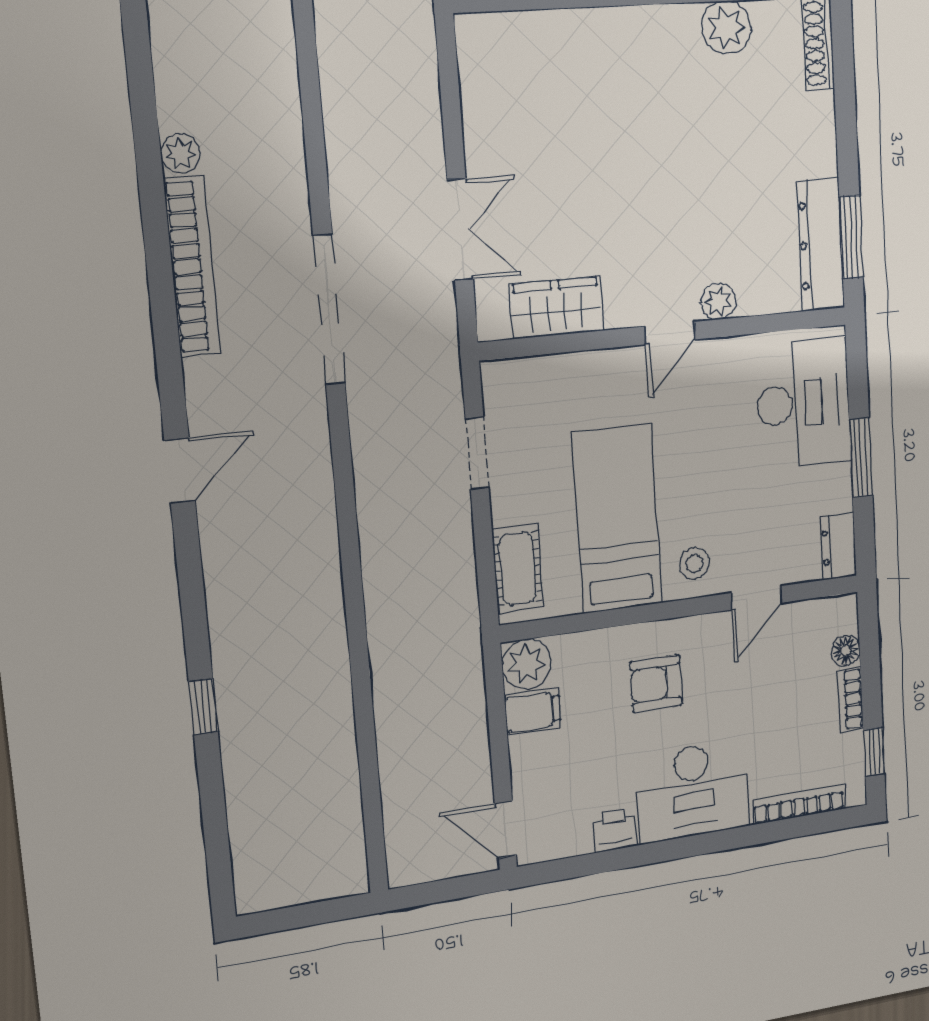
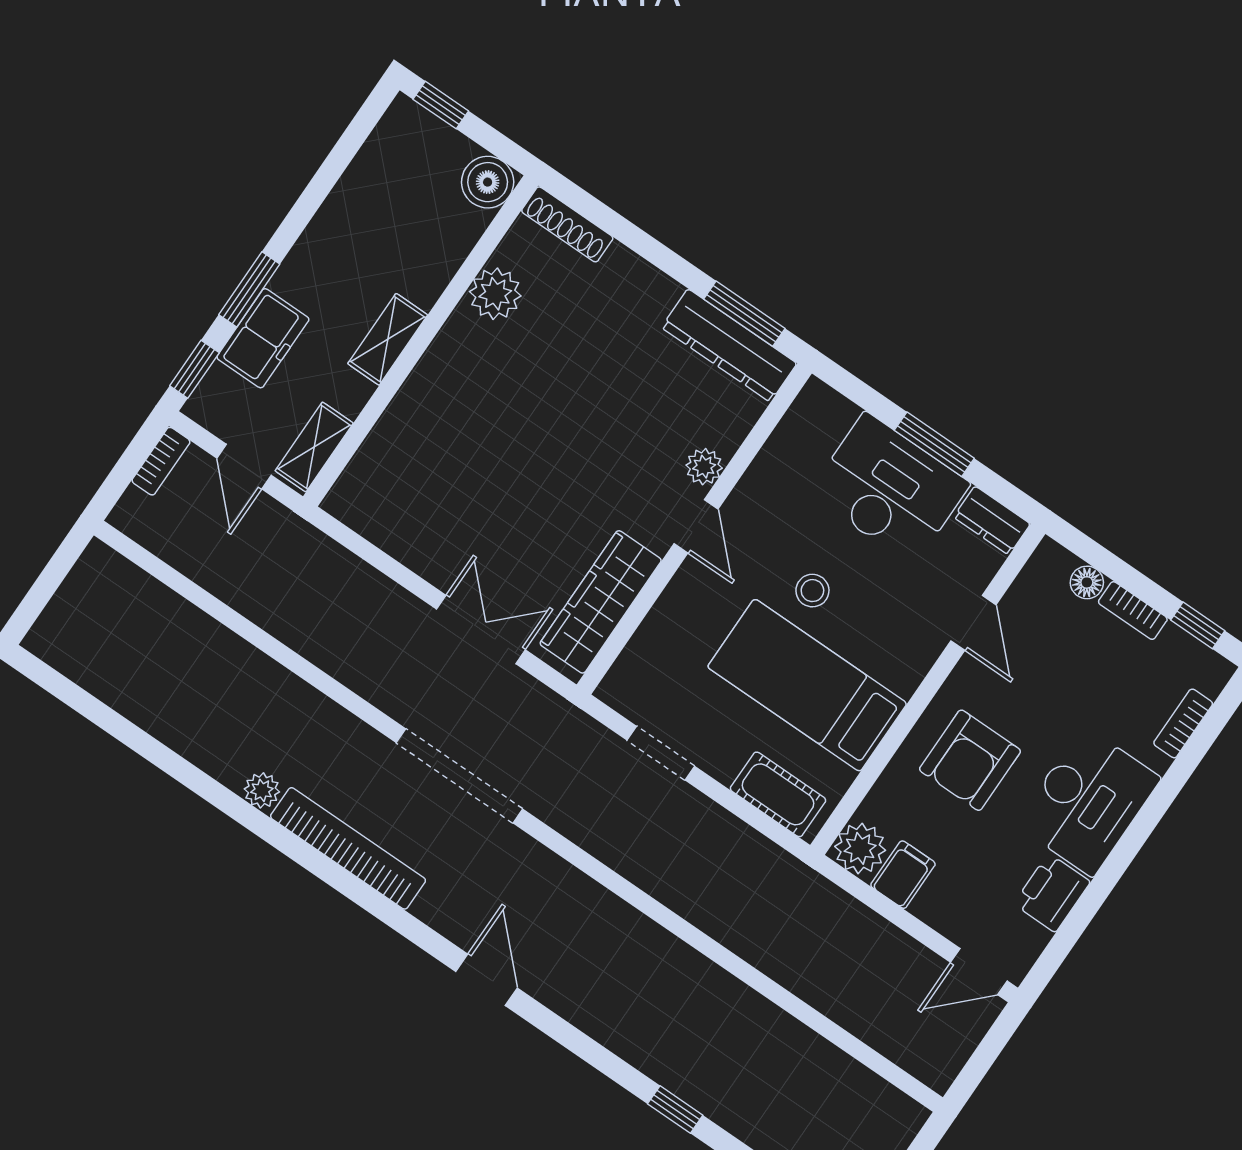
wardrobe: (556, 308) -> (601, 602), width x1.50
desk: (803, 403) -> (889, 489), moved
stool: (694, 563) -> (812, 591), moved
armchair: (656, 684) -> (970, 760), width x1.38, depth x1.38
bookcase: (799, 804) -> (1183, 723), width x0.64
printer: (615, 830) -> (1052, 893), width x1.36, depth x1.24

